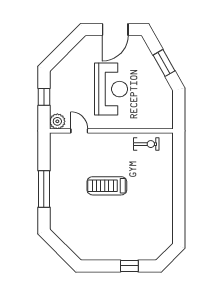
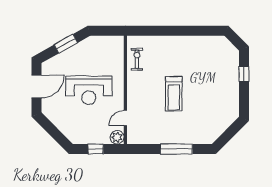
door: (115, 30) -> (37, 87), hinge flipped
reception desk: (111, 89) -> (89, 90), turned 180

